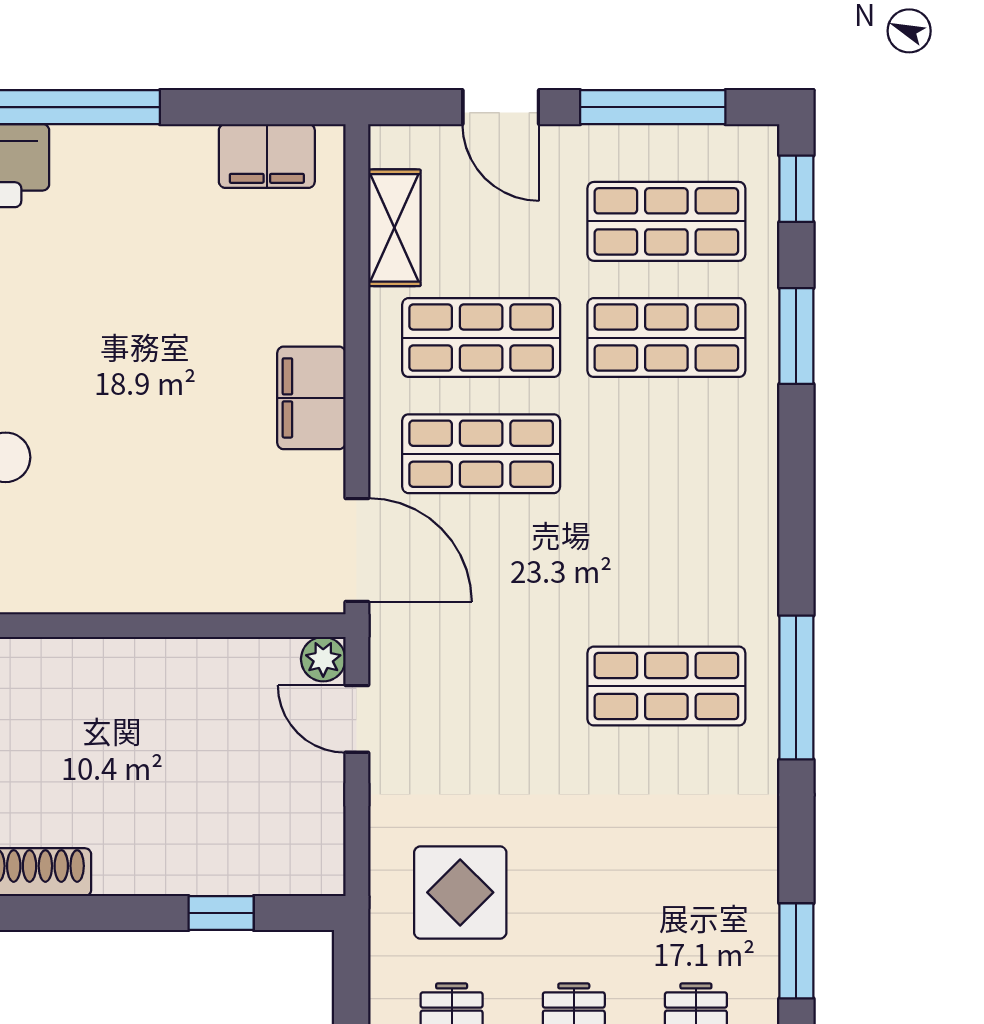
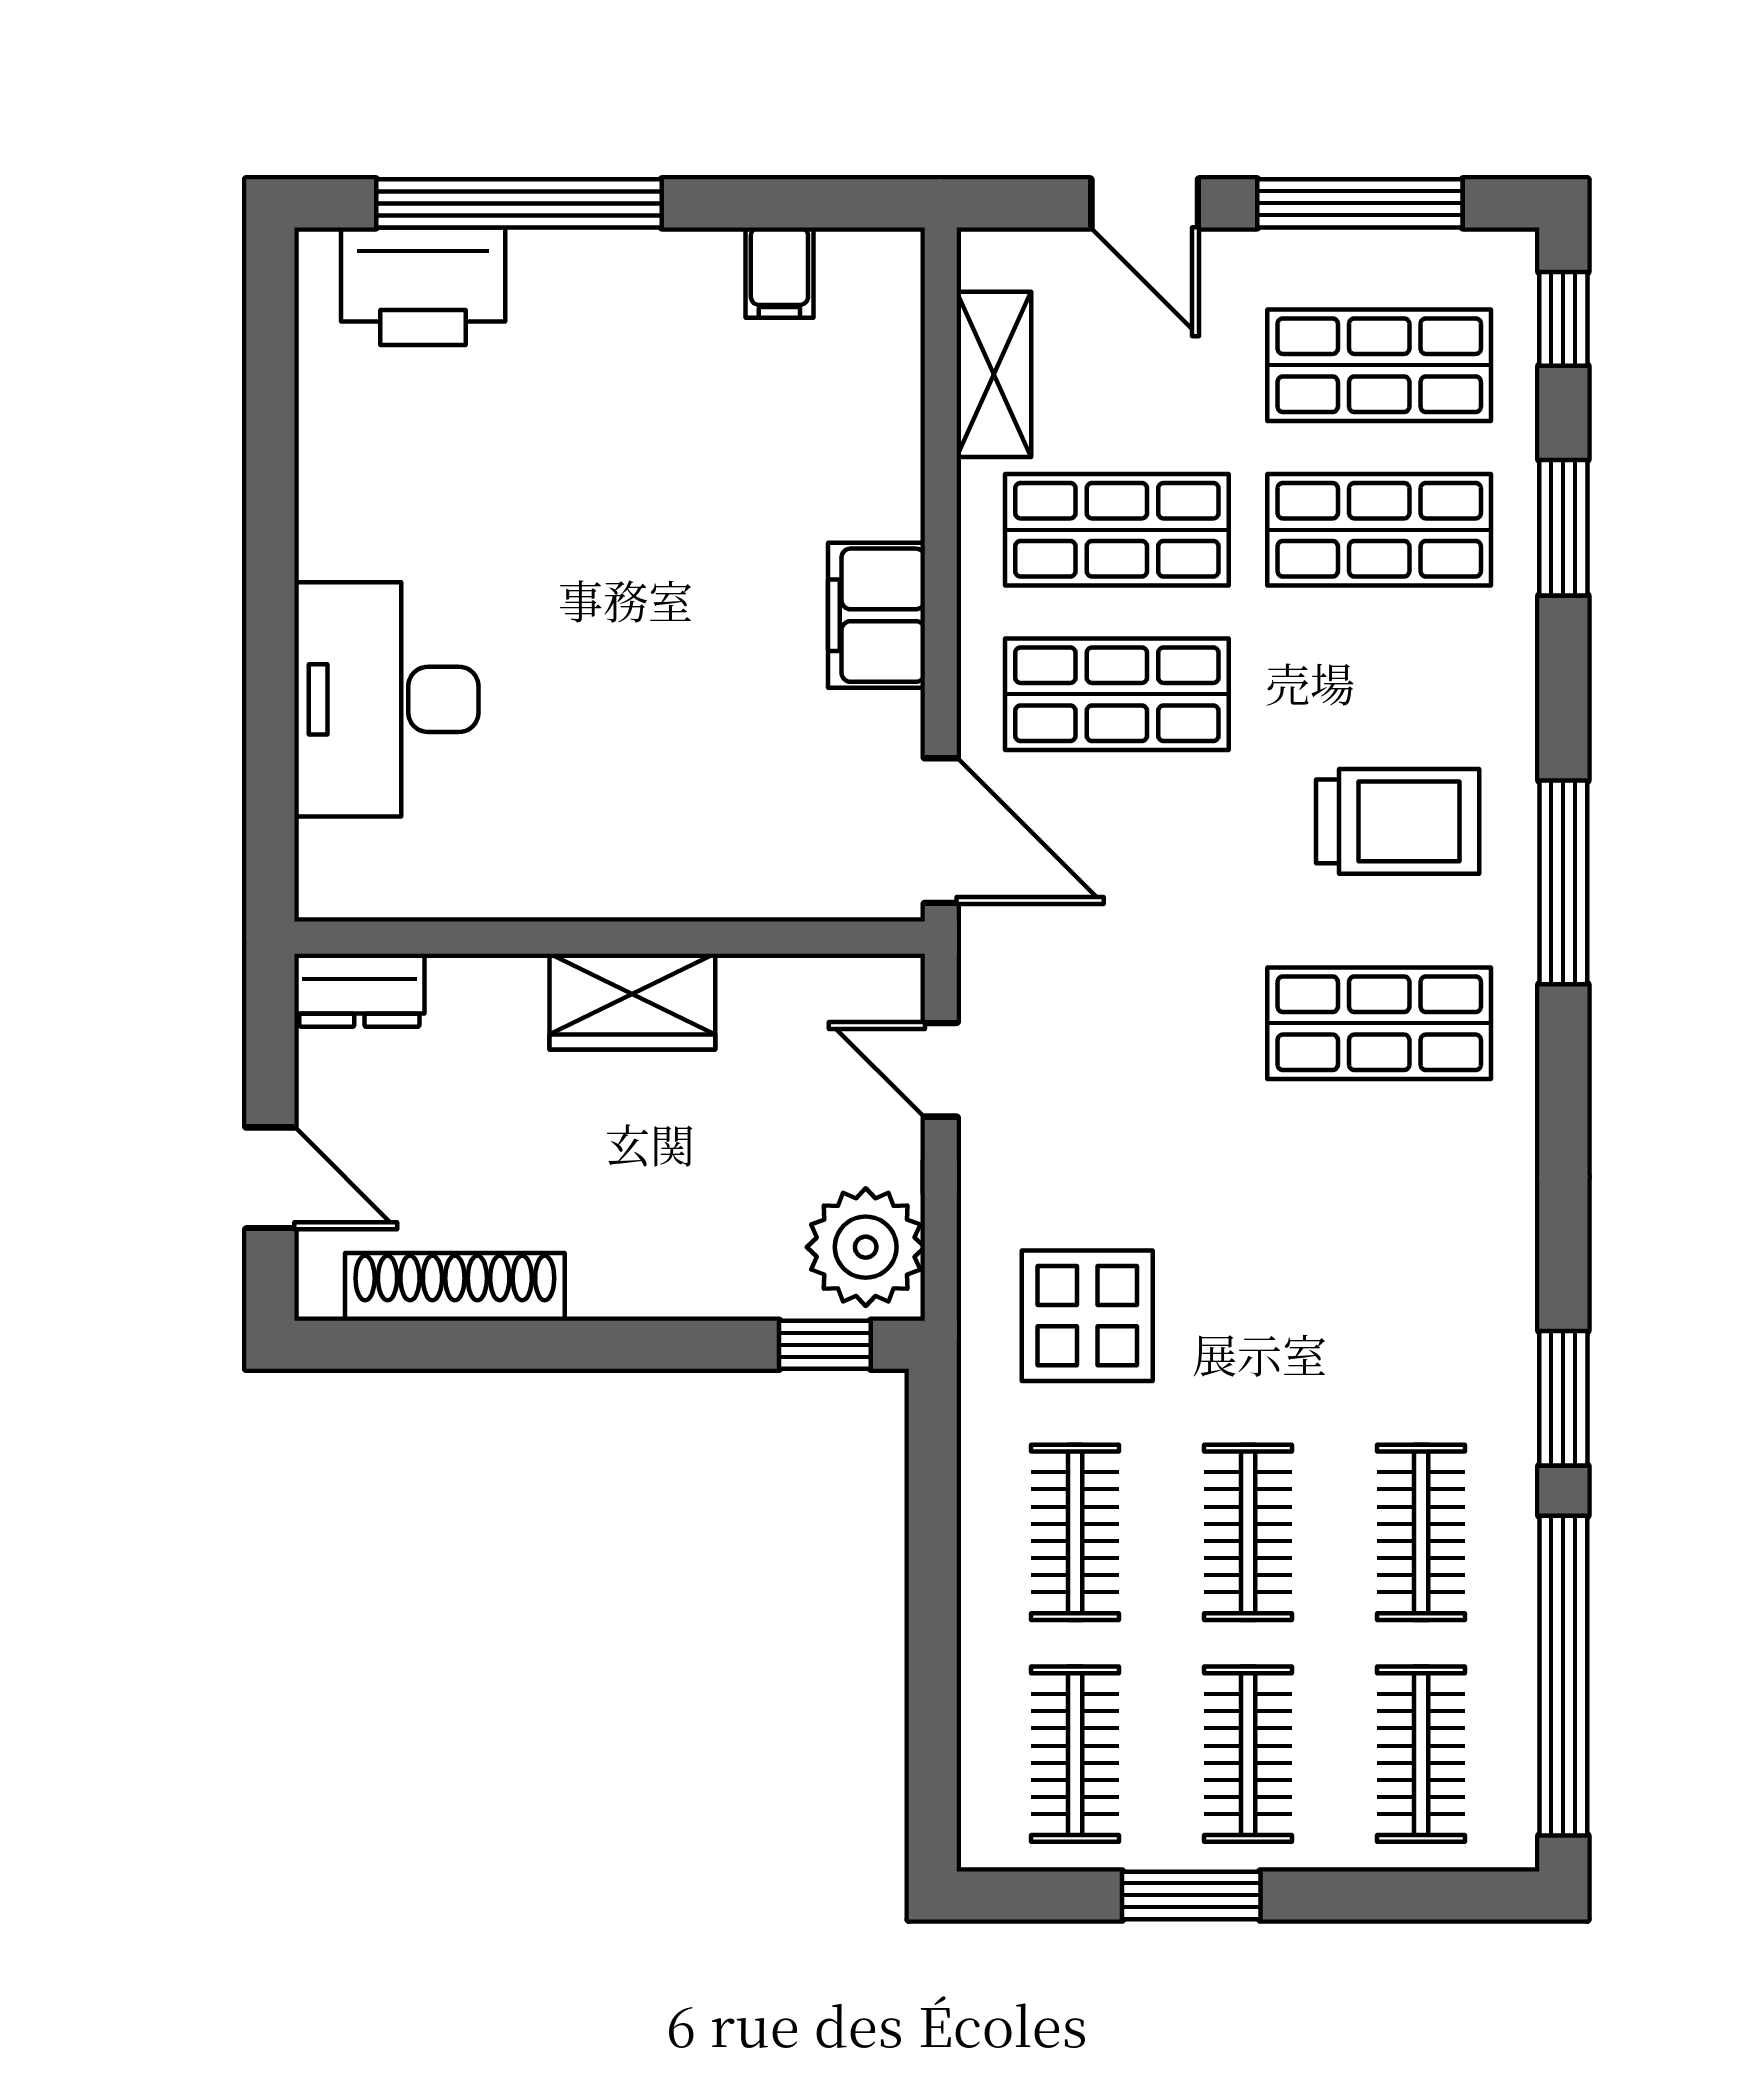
filing cabinet: (267, 156) -> (779, 273), width x0.50
trolley: (679, 543) -> (1398, 821), added
plant: (323, 659) -> (866, 1247), moved, width x1.88, depth x1.88
wardrobe: (139, 671) -> (632, 1002), added
window: (796, 687) -> (1563, 882), moved
window: (221, 913) -> (825, 1345), moved

